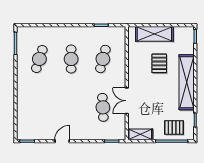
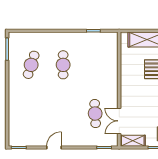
cafe table: (103, 59) -> (95, 65), removed
double door: (127, 101) -> (119, 121), moved

